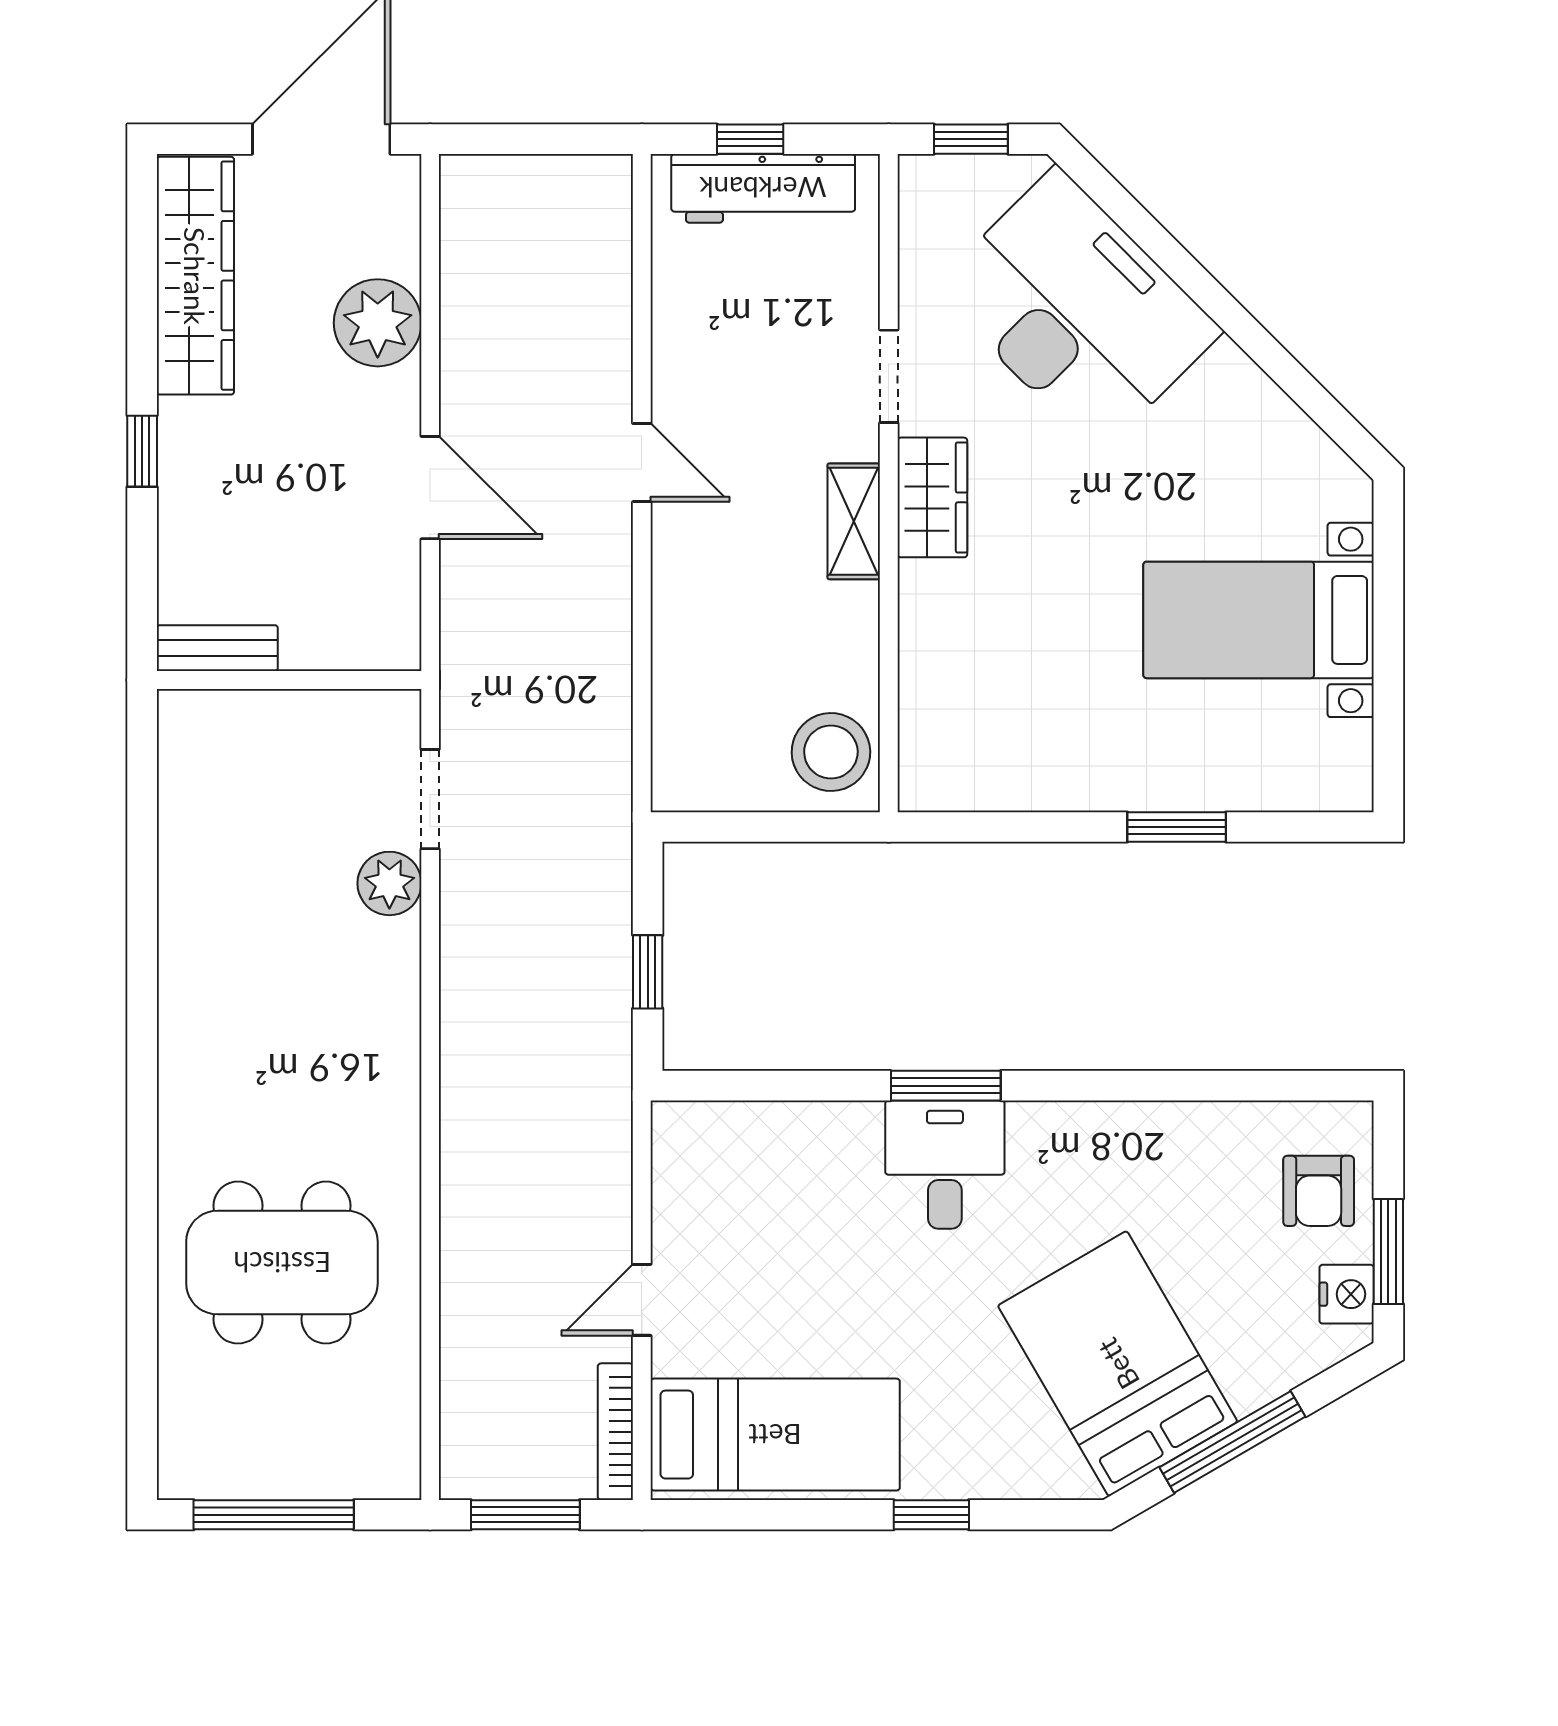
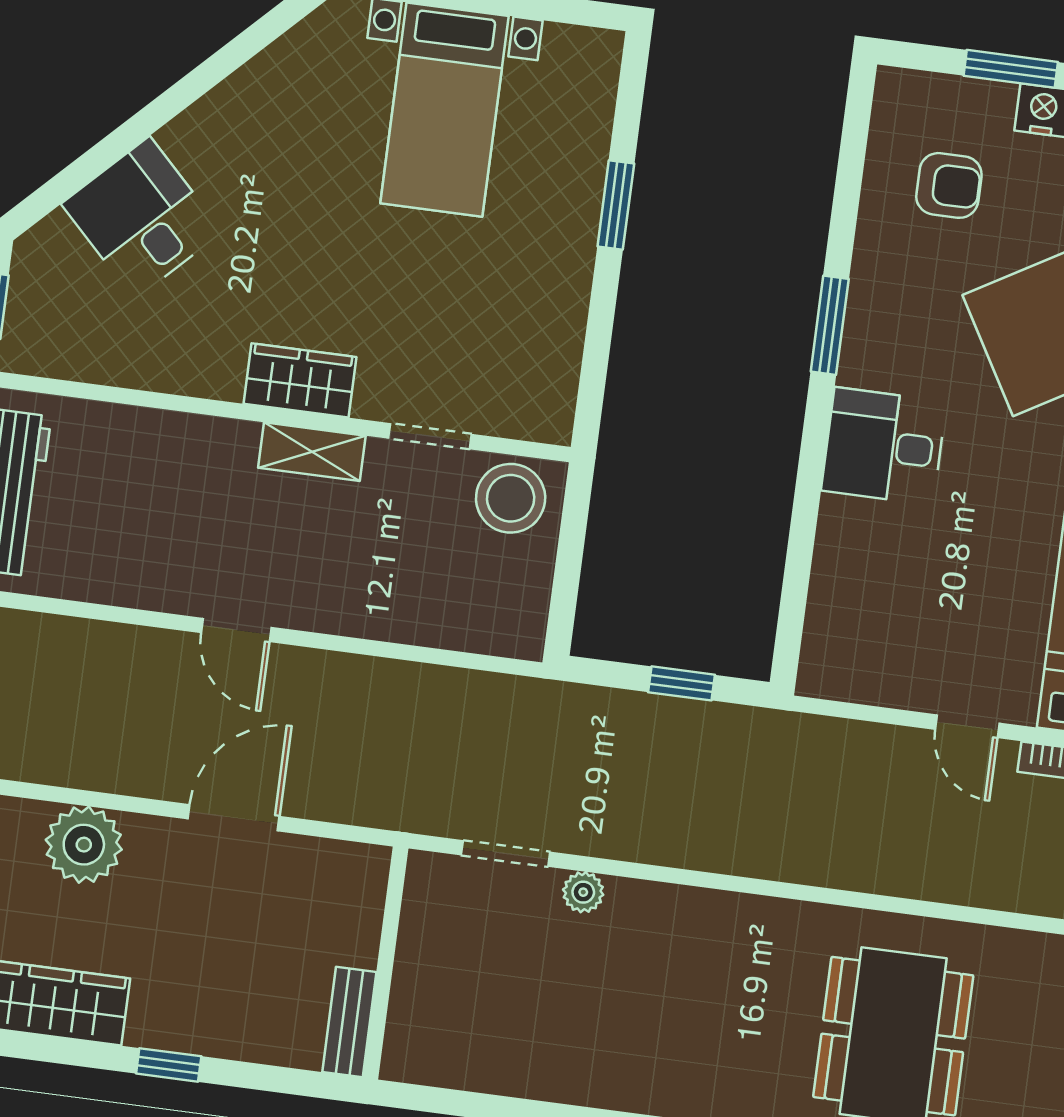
desk: (1077, 310) -> (142, 218), width x0.53, depth x0.77
doorway: (889, 376) -> (430, 436), moved
door: (642, 463) -> (236, 630), swing flipped
plant: (389, 883) -> (583, 892), width x0.73, depth x0.73
window: (946, 1086) -> (830, 325), moved
armchair: (1319, 1191) -> (949, 185), moved

